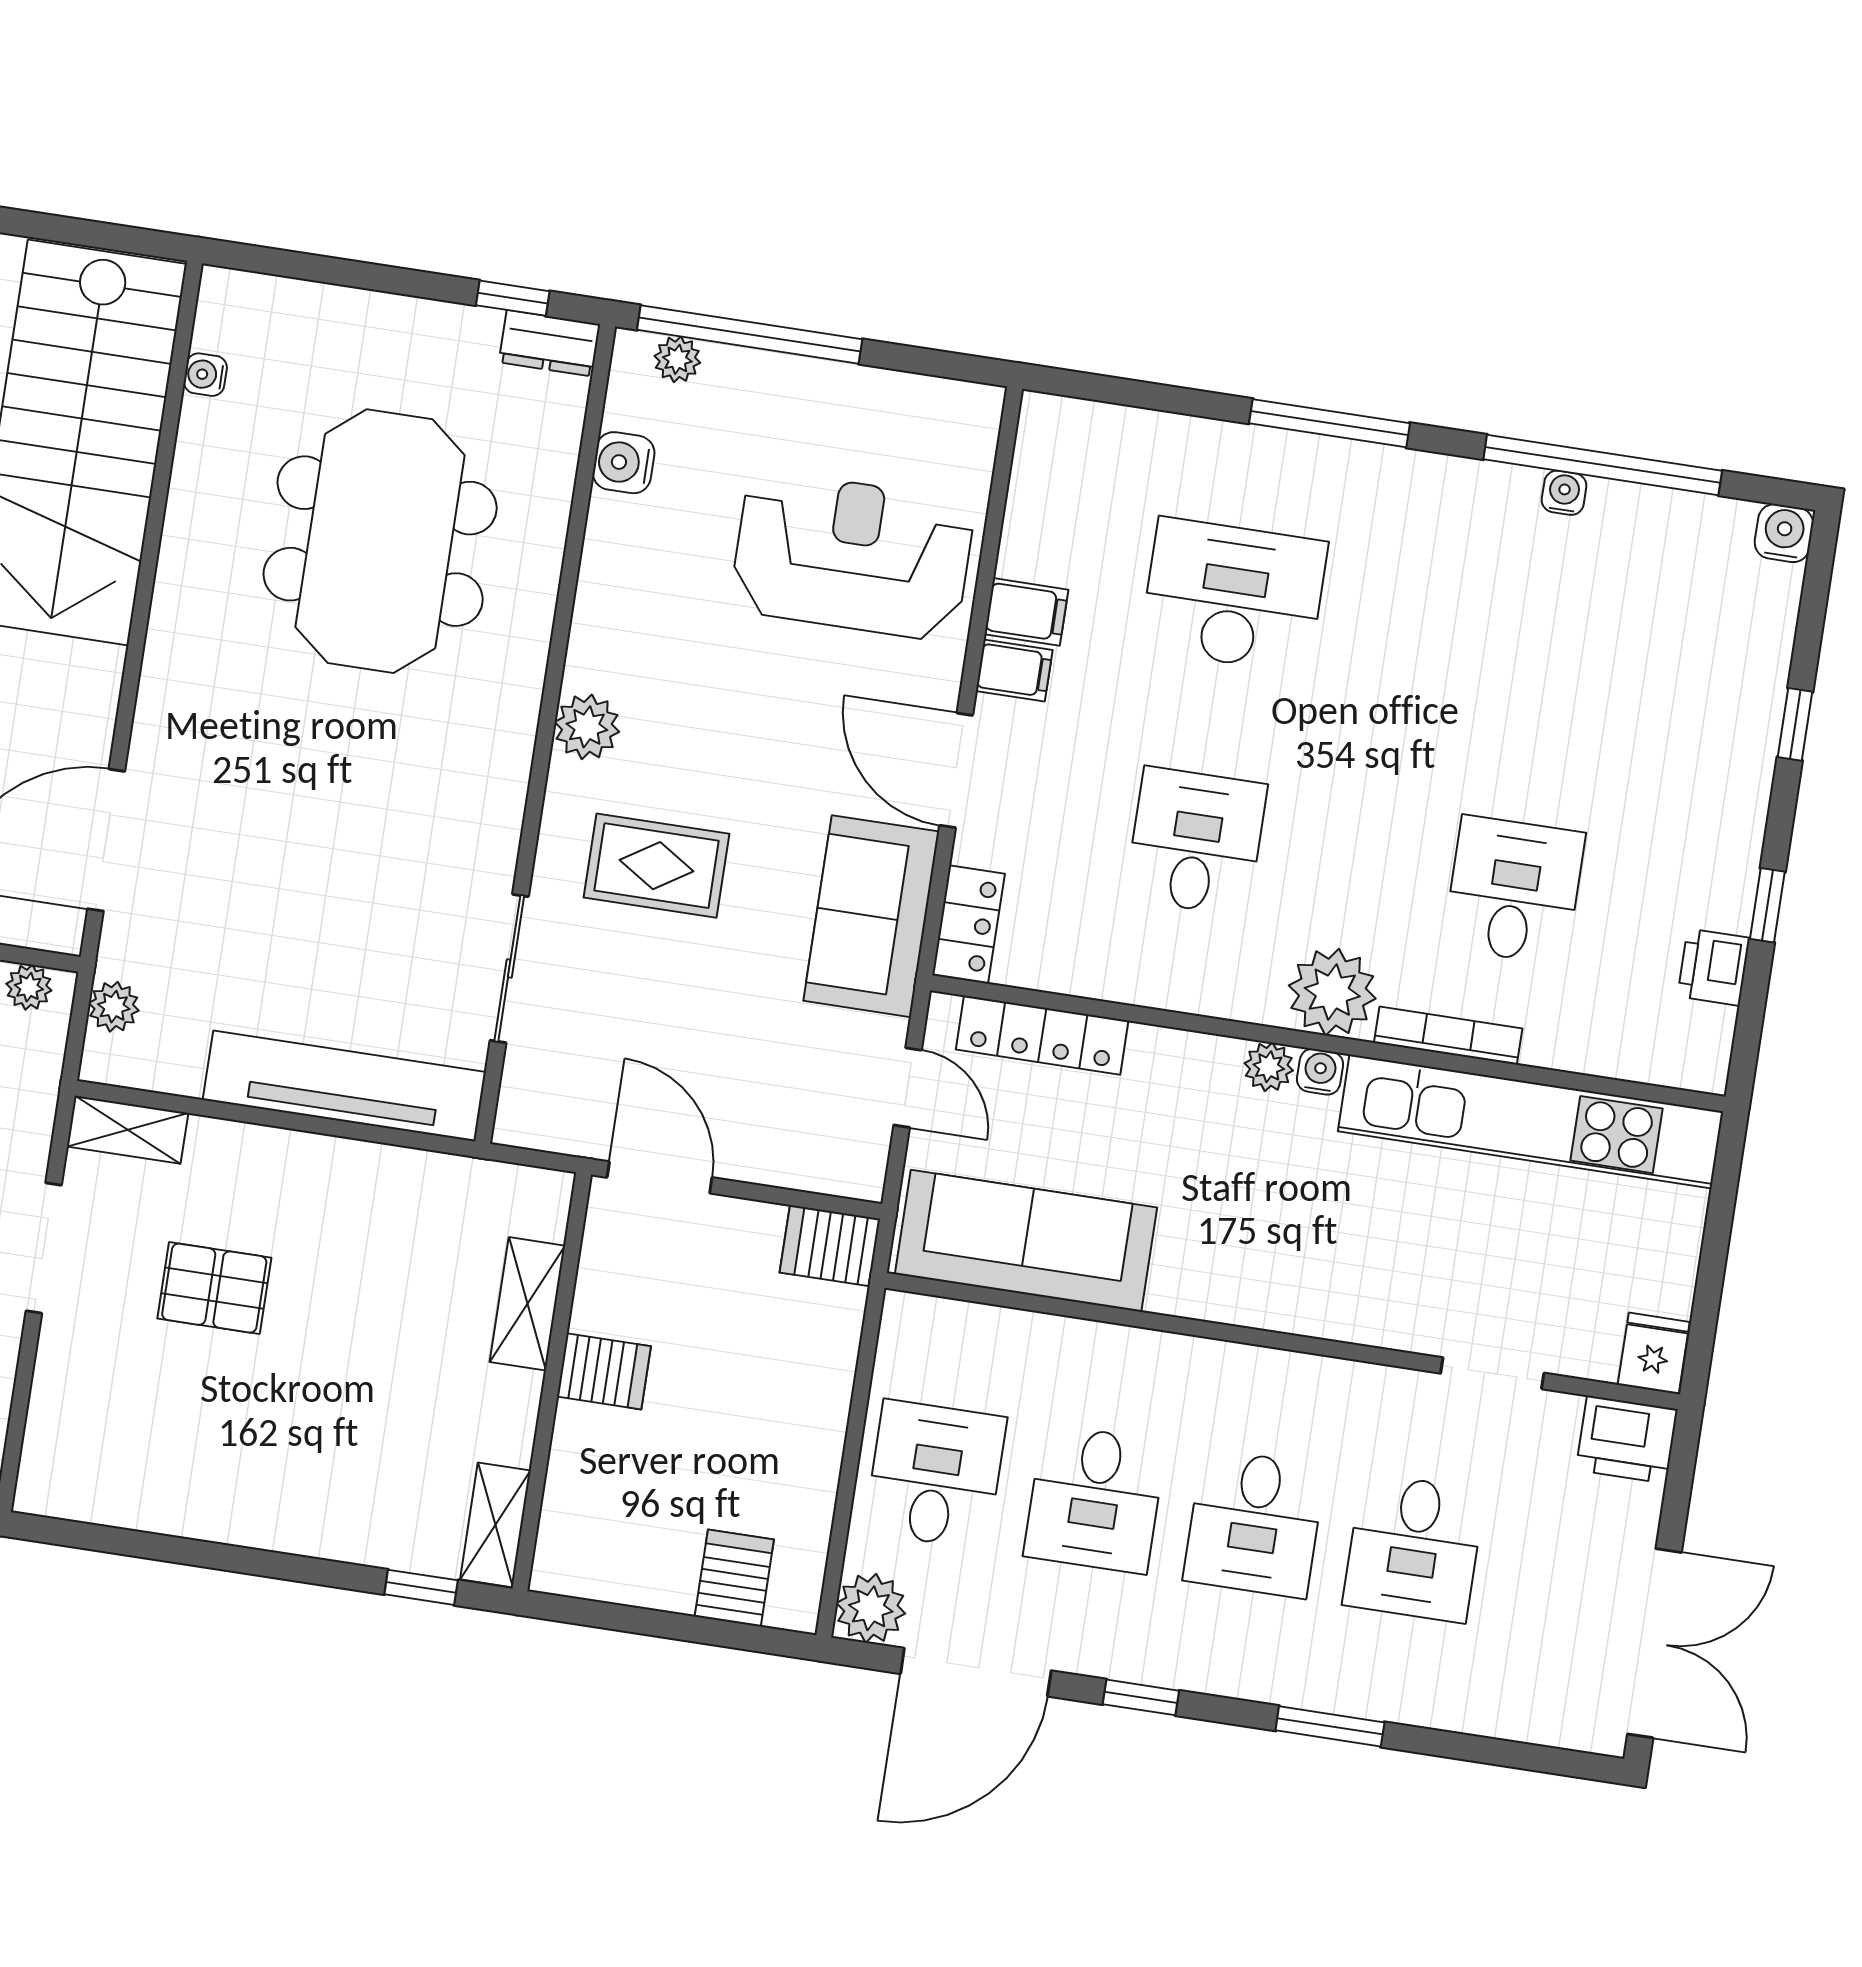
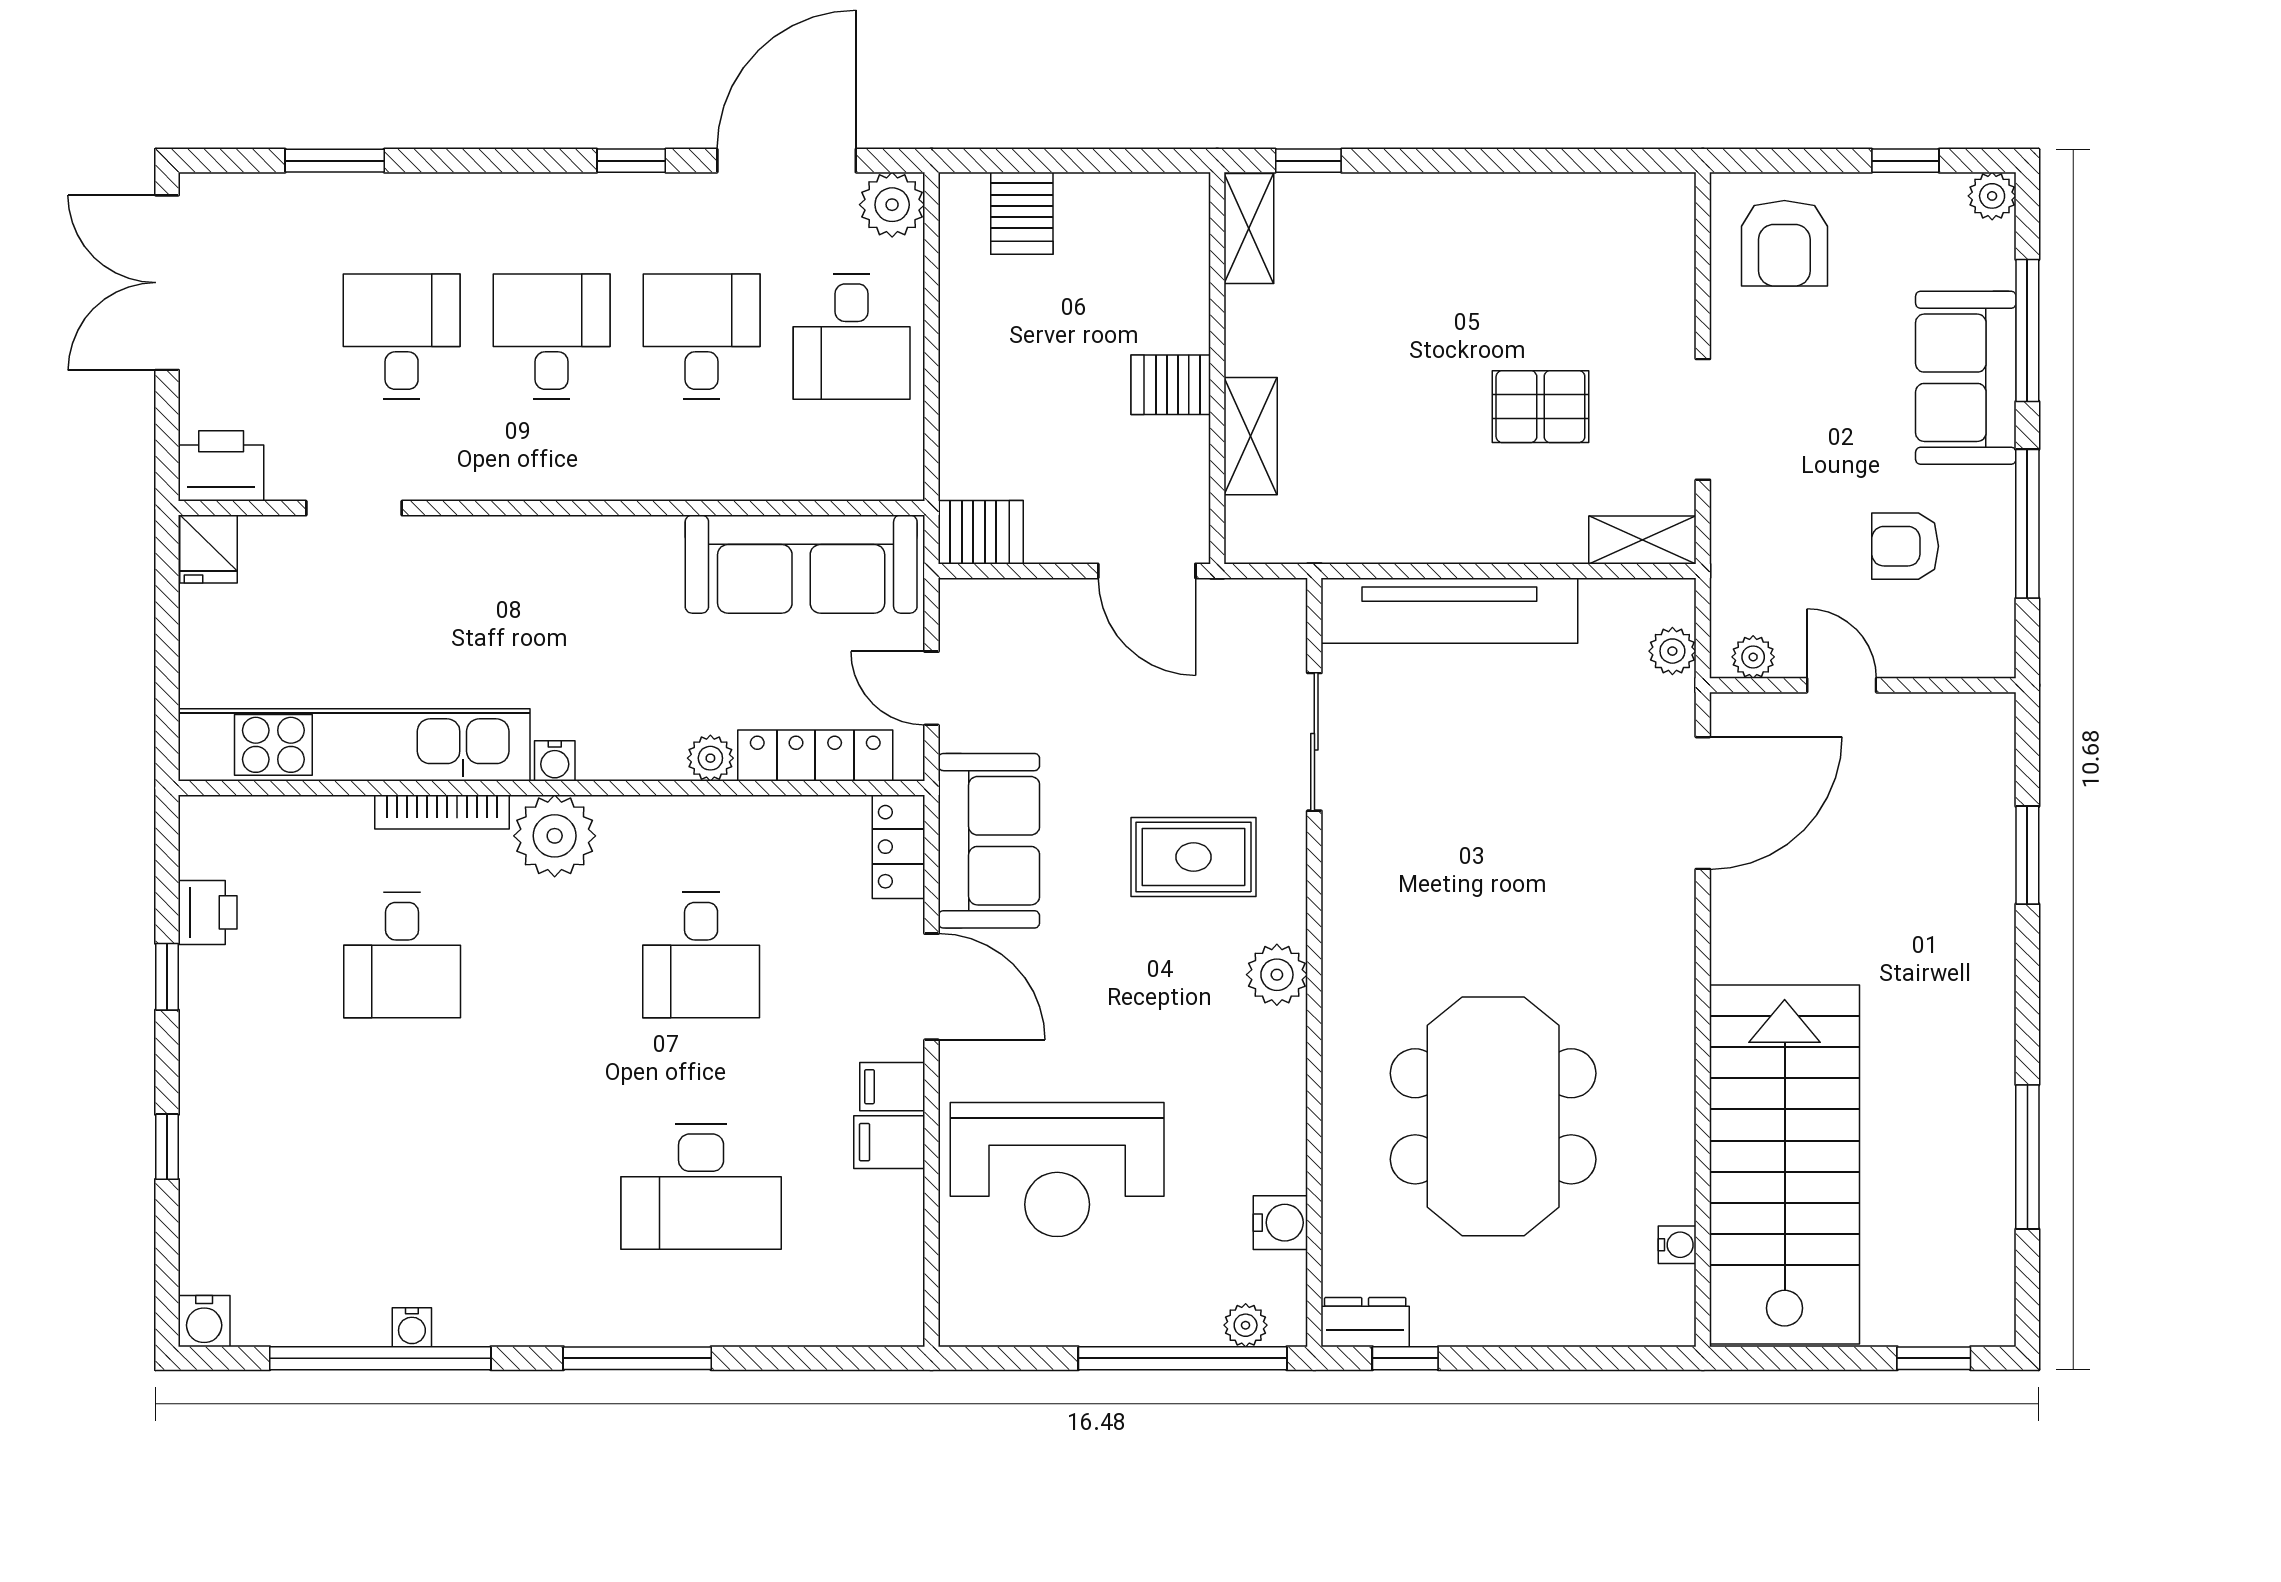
plant: (1269, 1067) -> (710, 758), moved
window: (1330, 1726) -> (335, 161), moved

